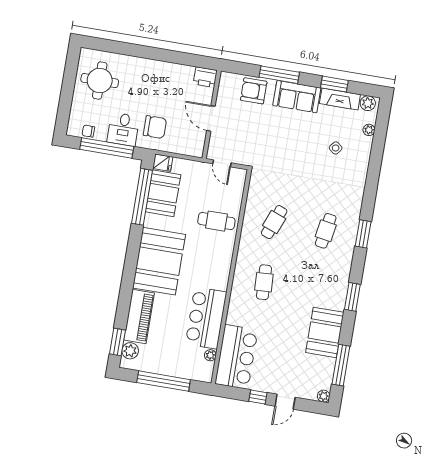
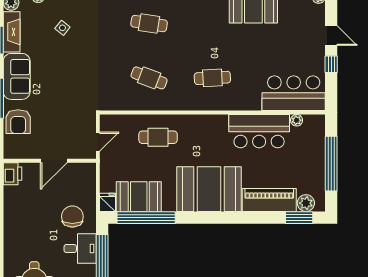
cafe table: (216, 221) -> (158, 137), turned 90

